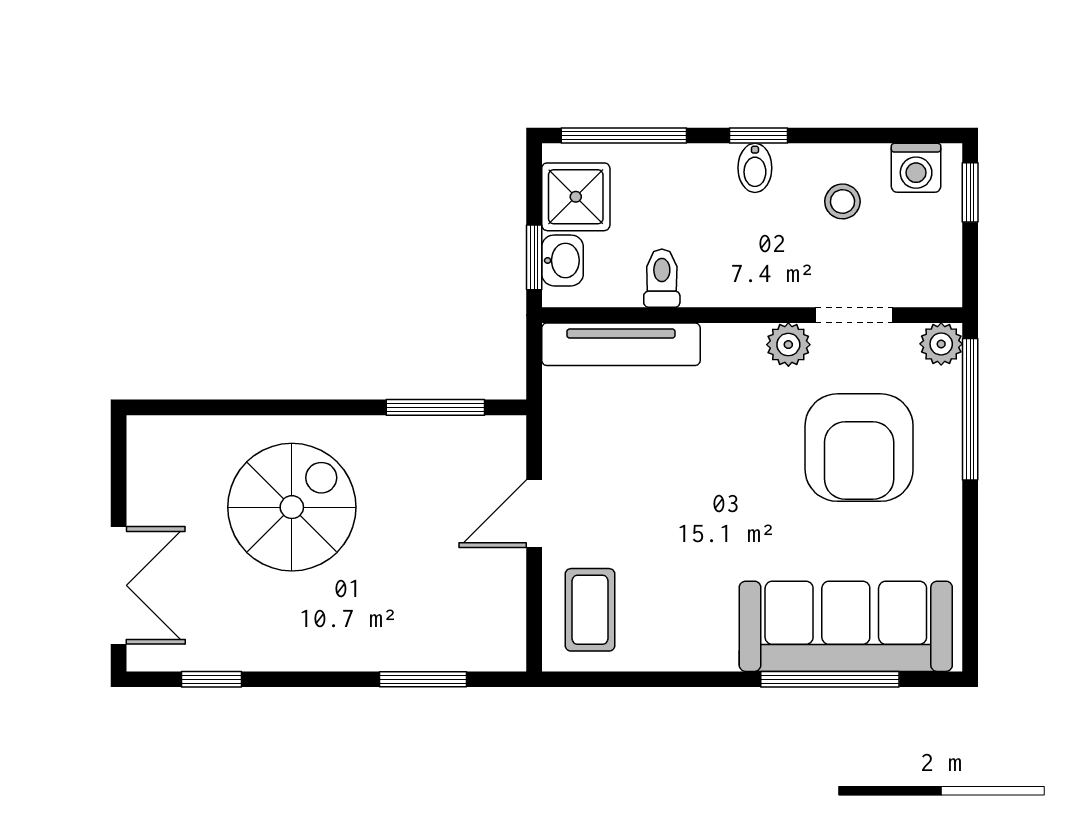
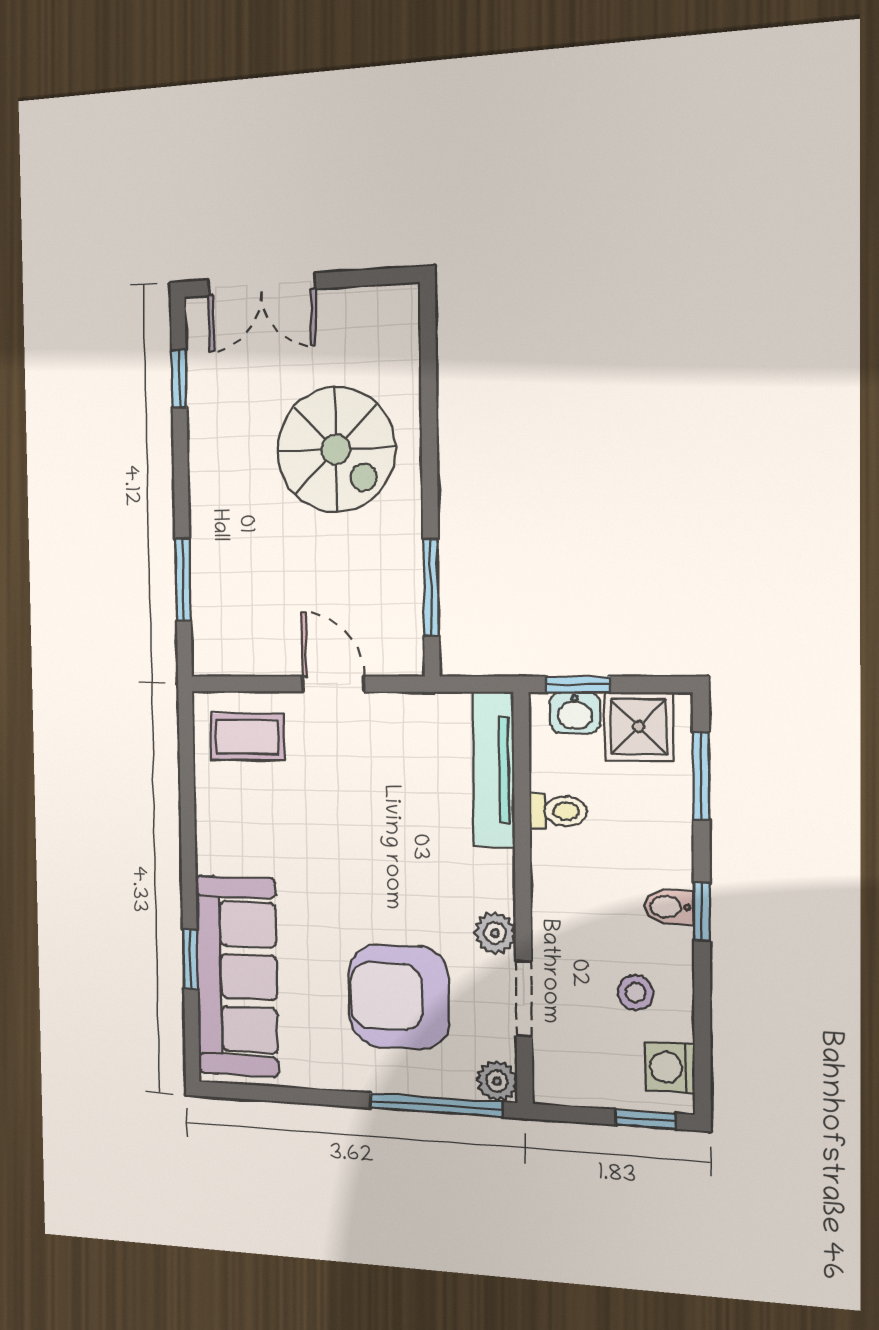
window: (624, 136) -> (701, 776), width x0.69
window: (830, 679) -> (190, 959), width x0.46

